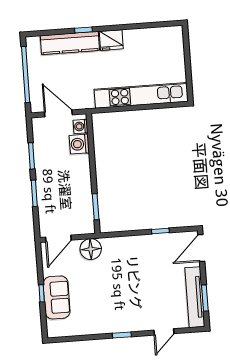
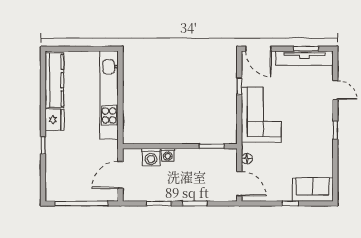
kitchen counter: (70, 43) -> (54, 80), moved
washing machine: (81, 126) -> (168, 155), moved
floor lamp: (91, 249) -> (247, 159), width x0.53, depth x0.53
corner sofa: (132, 256) -> (261, 115), added
sofa: (57, 297) -> (313, 190), moved

